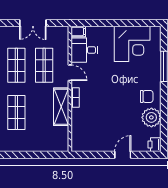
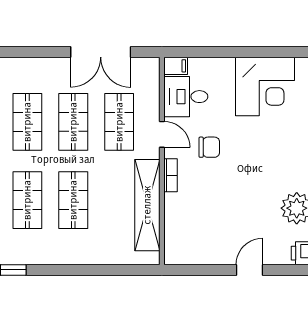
double door: (33, 23) -> (101, 52), width x1.37
chair: (147, 96) -> (209, 147), moved
shelving: (61, 107) -> (147, 205), width x1.47

